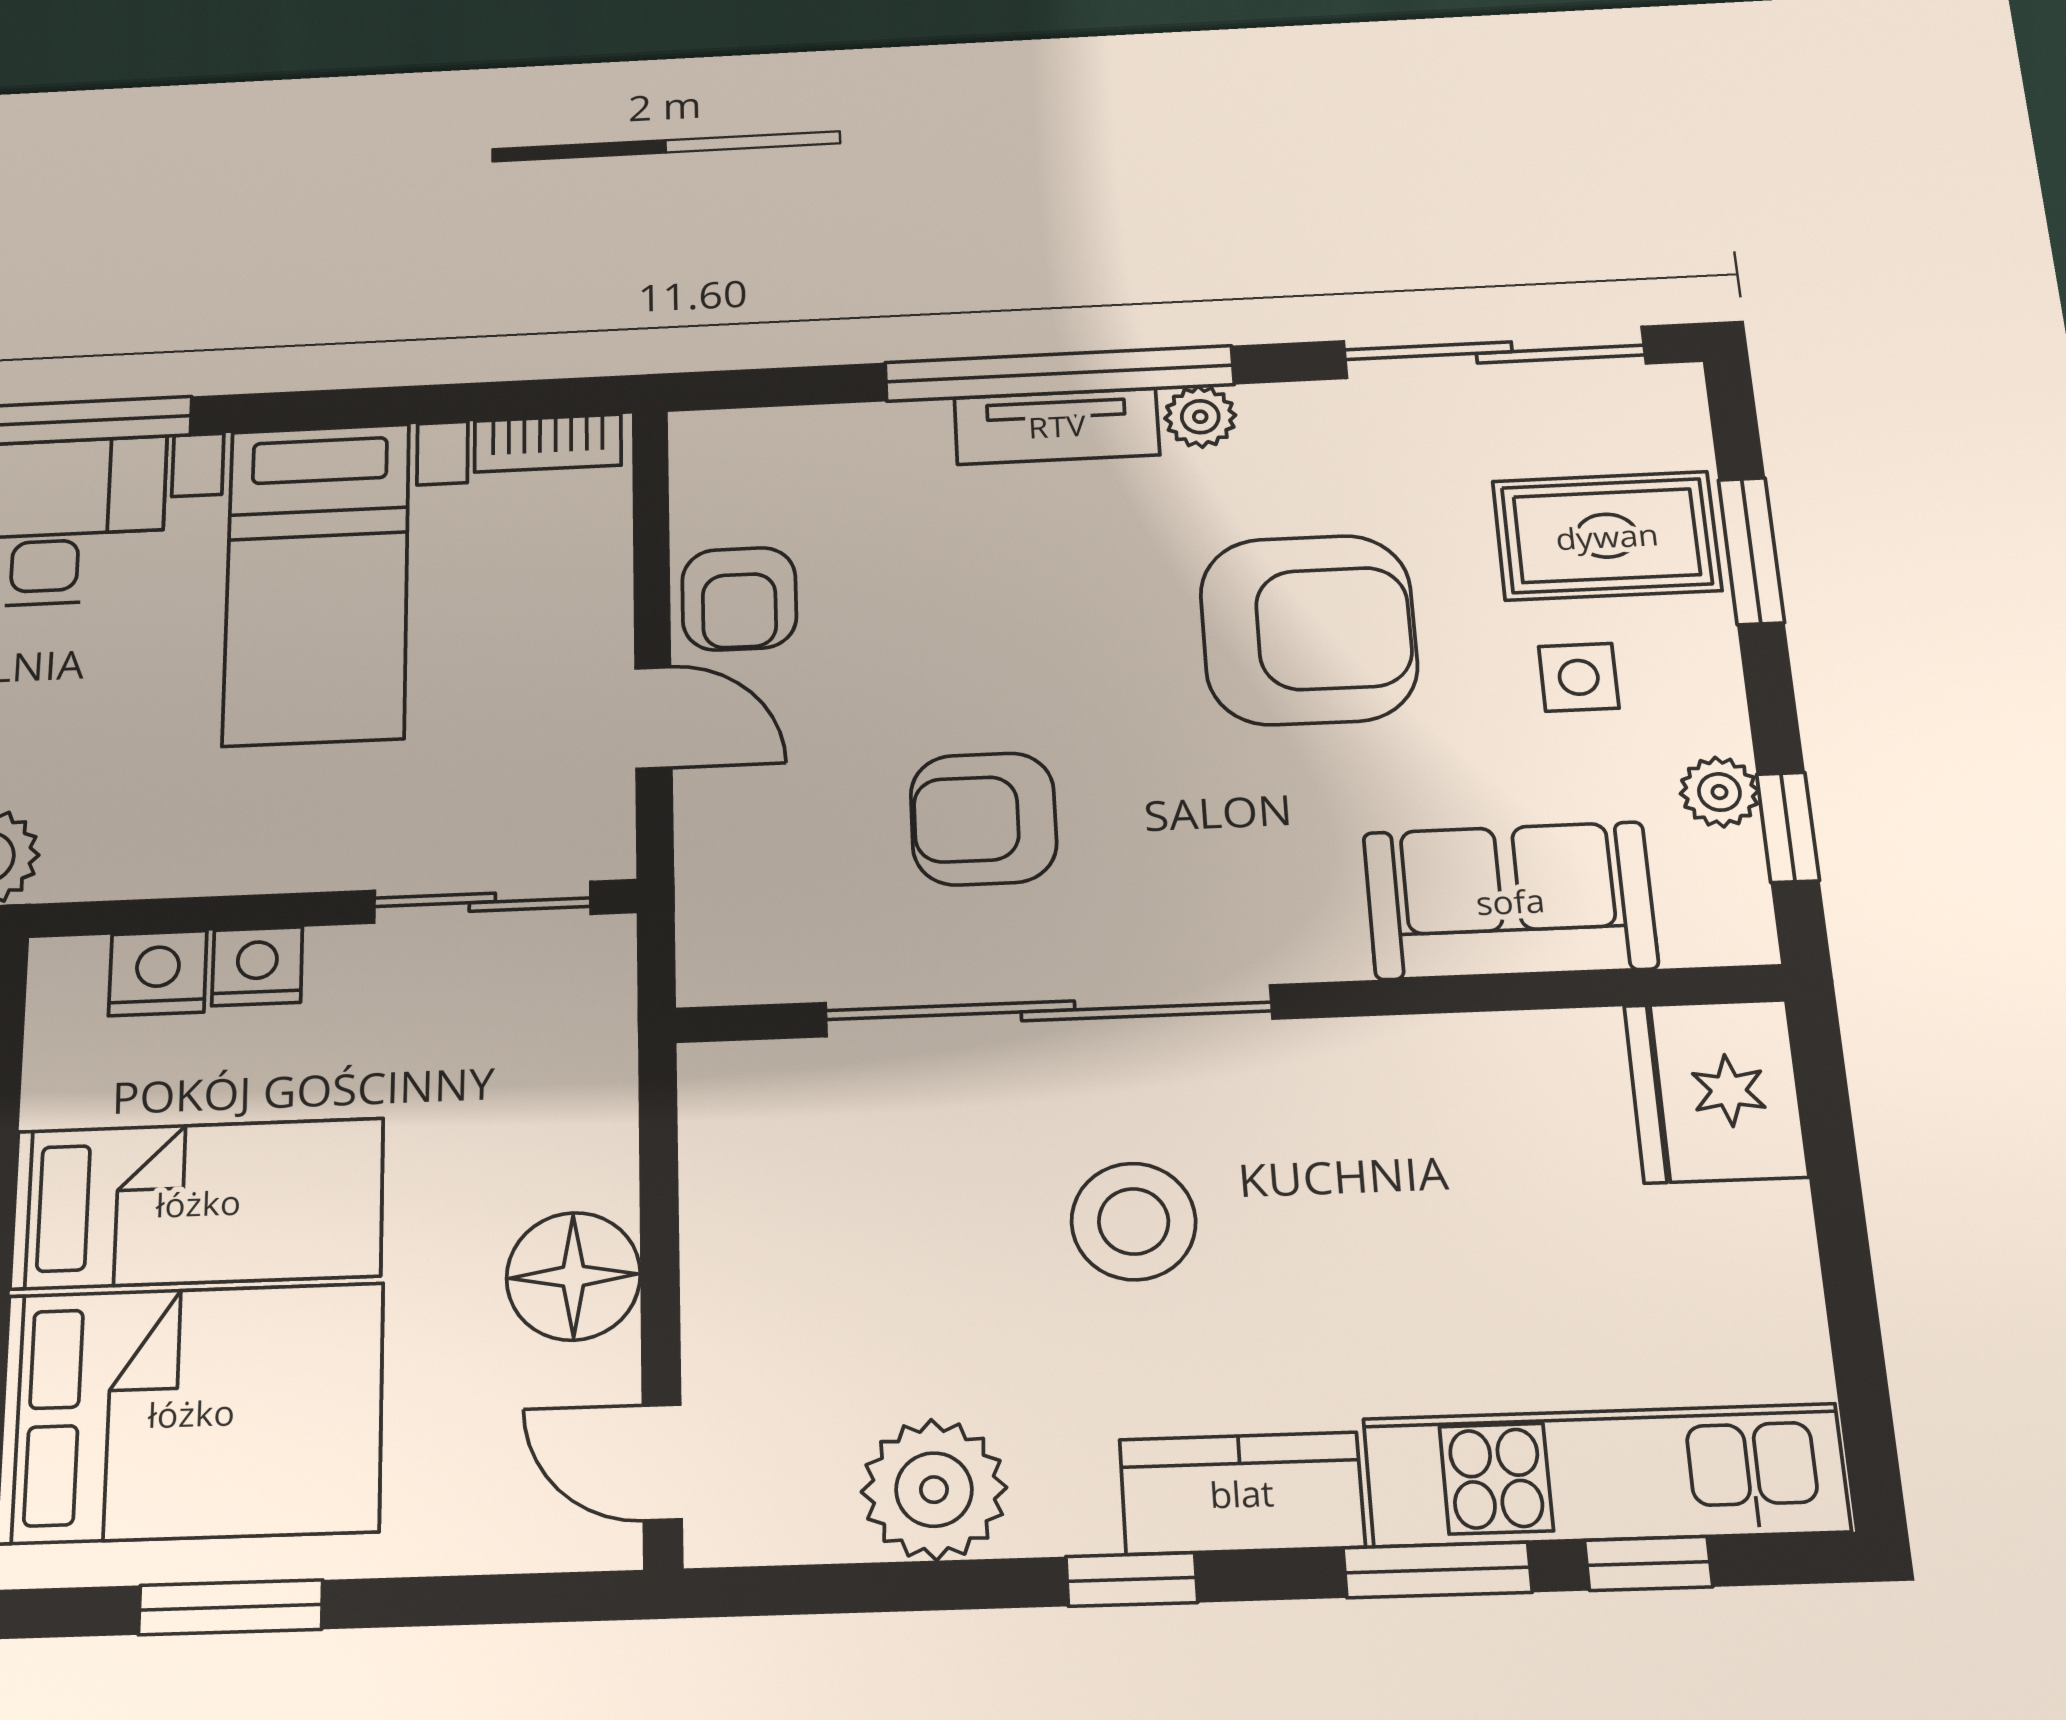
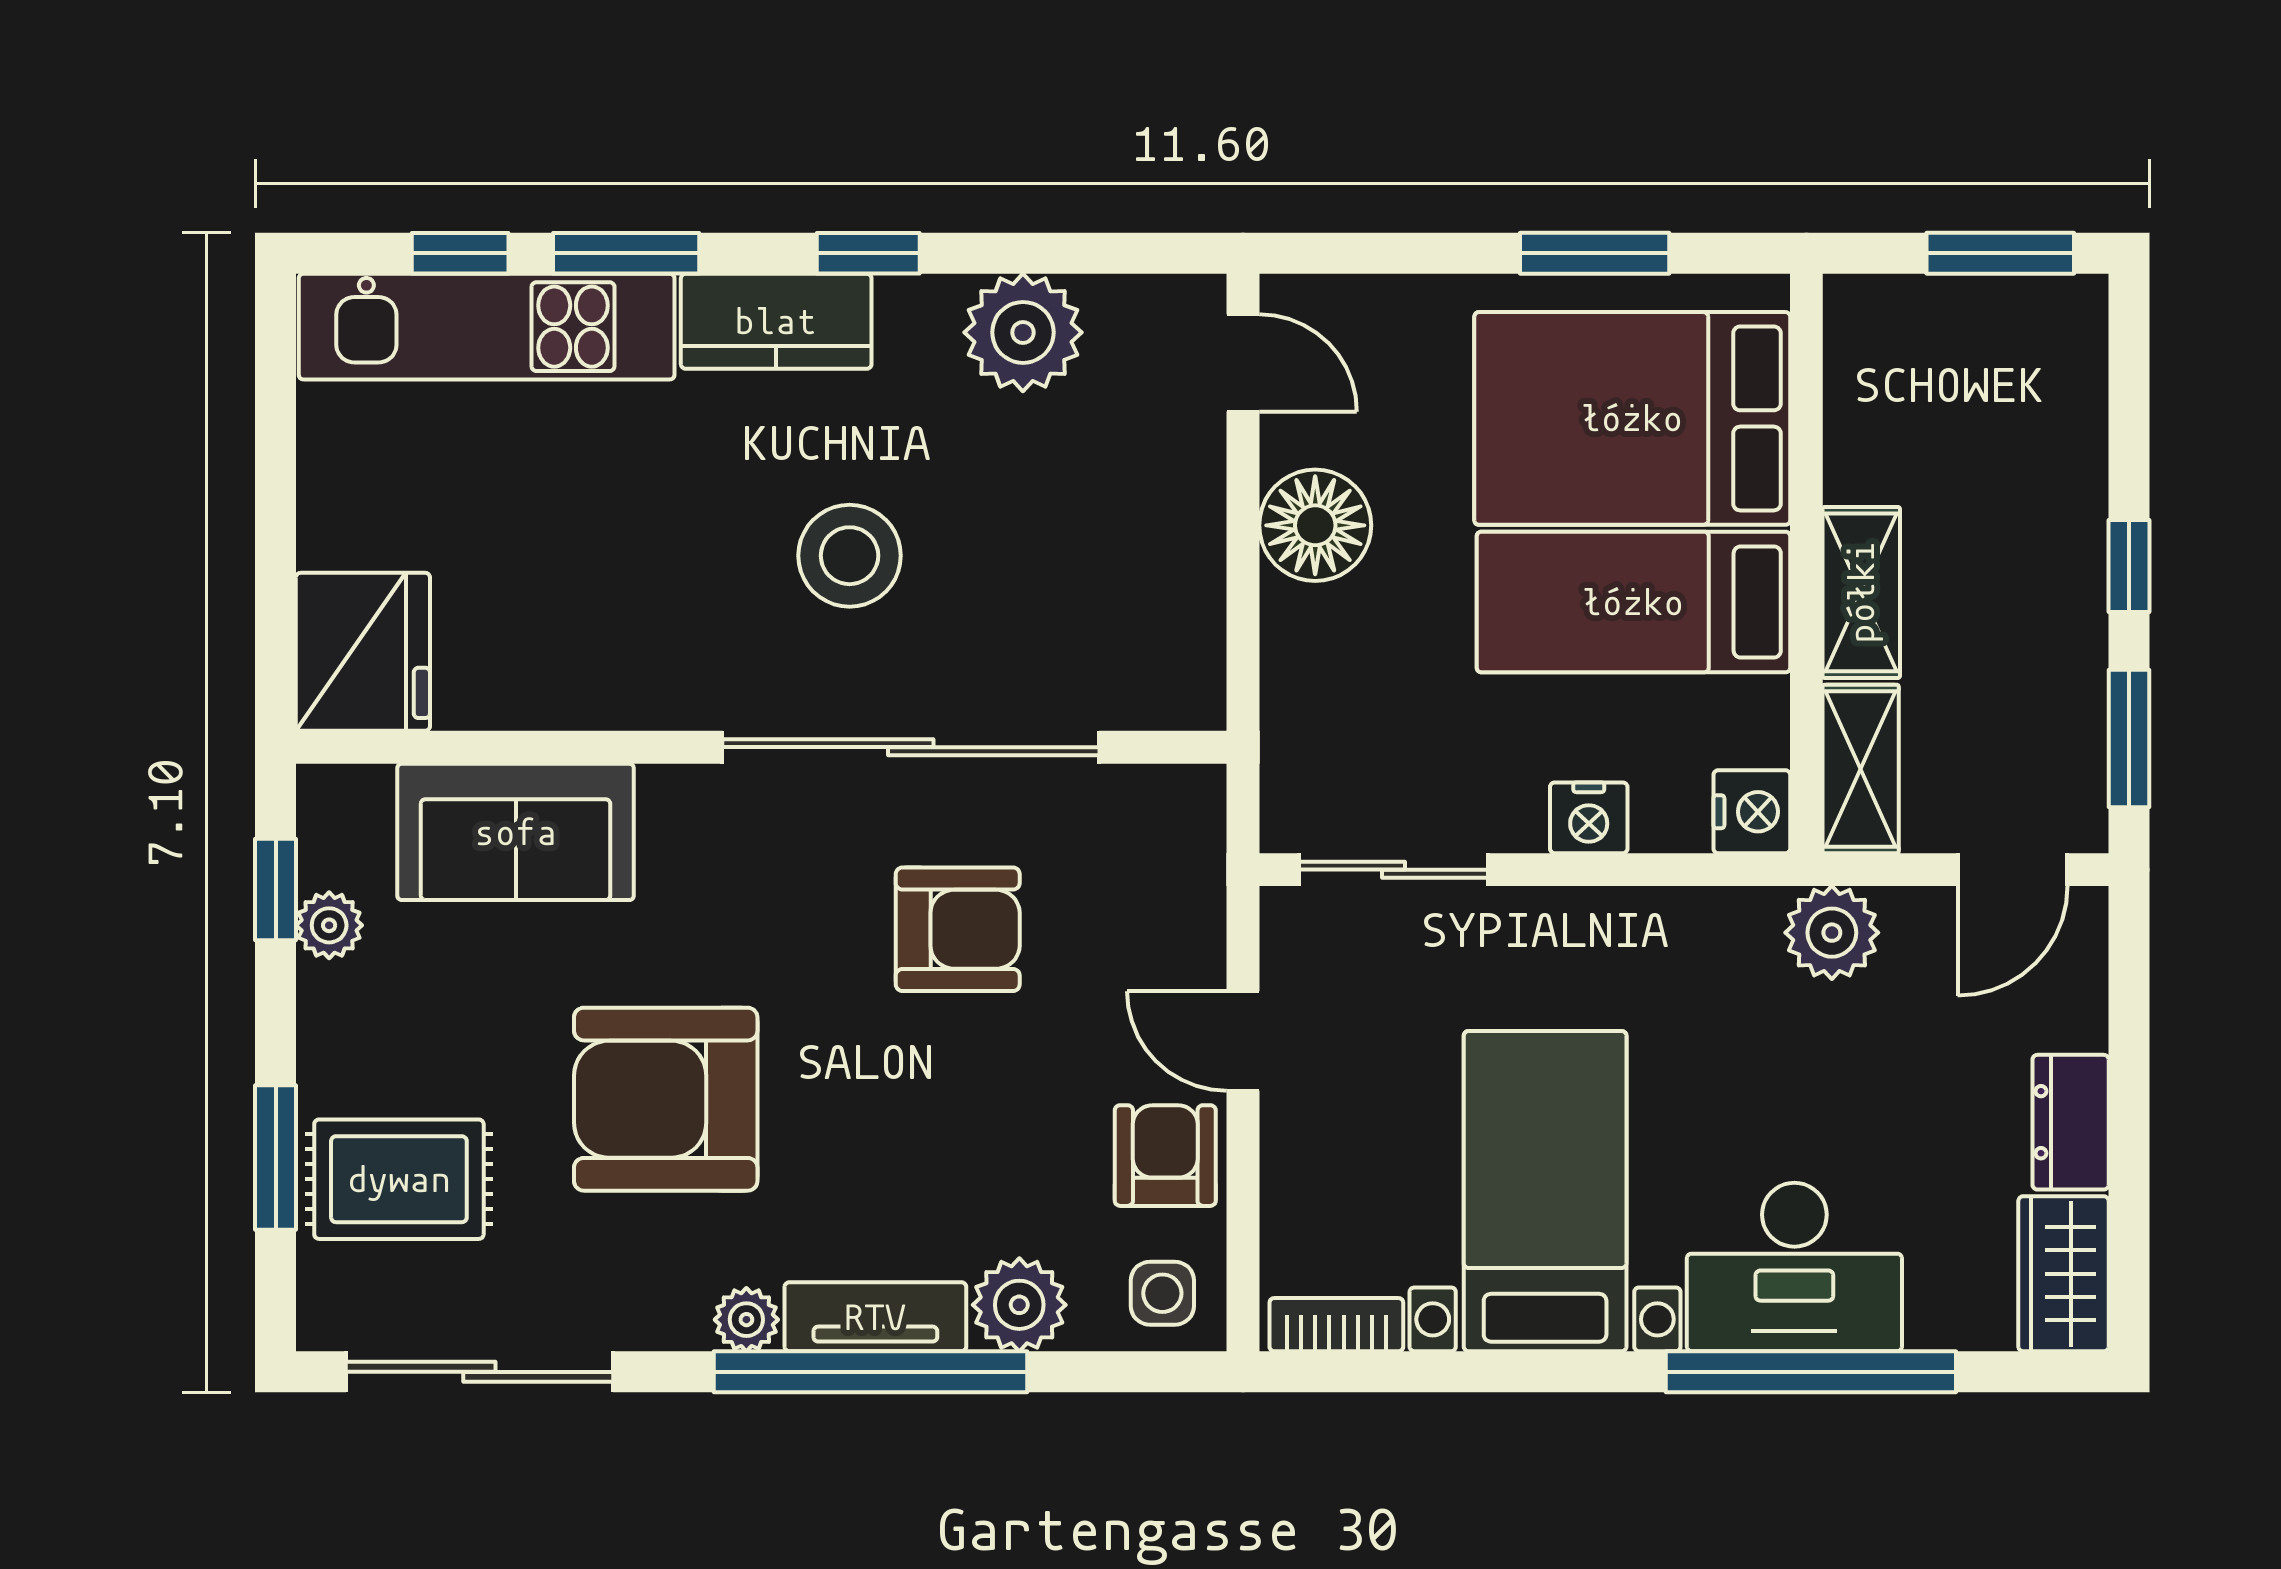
plant: (898, 445) -> (1019, 1305), added
side table: (1579, 677) -> (1162, 1293), moved
nightstand: (158, 973) -> (1752, 812), moved, turned -90

